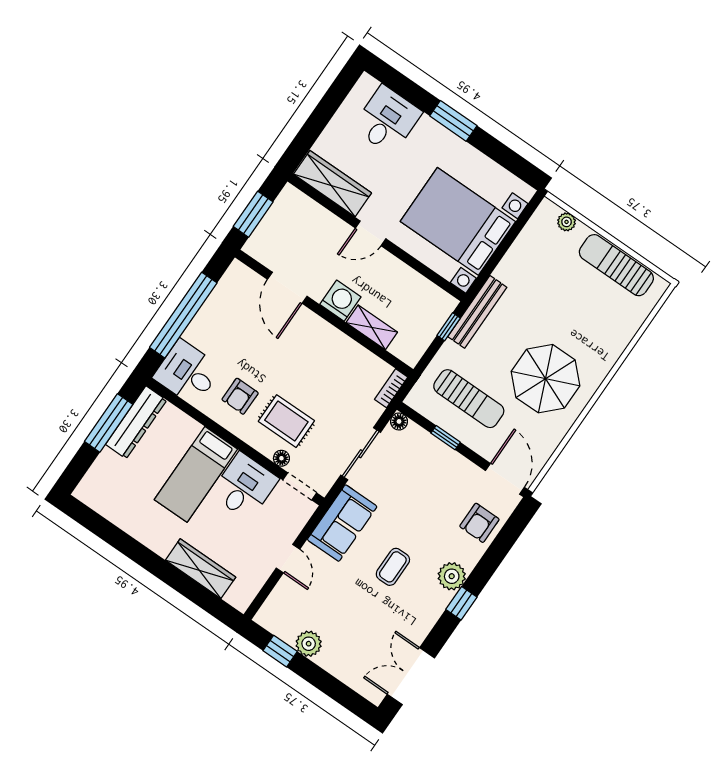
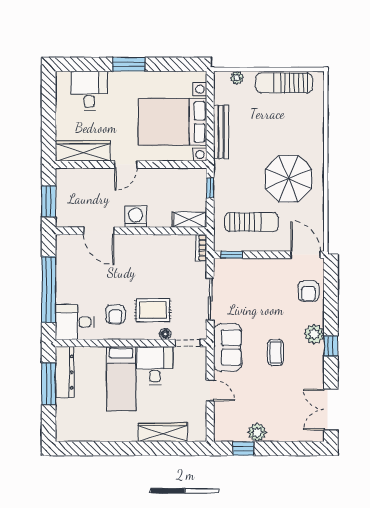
bench: (477, 312) -> (221, 132), moved
shelving: (372, 327) -> (189, 220), moved
floor lamp: (399, 421) -> (220, 264), removed
window: (446, 438) -> (232, 255), moved

